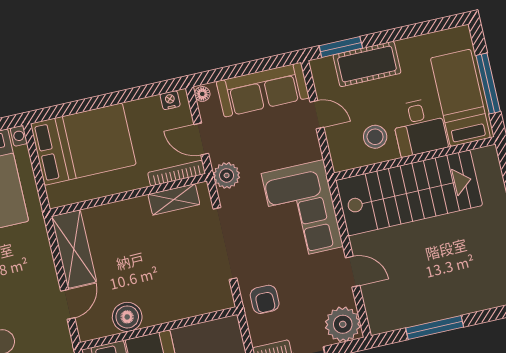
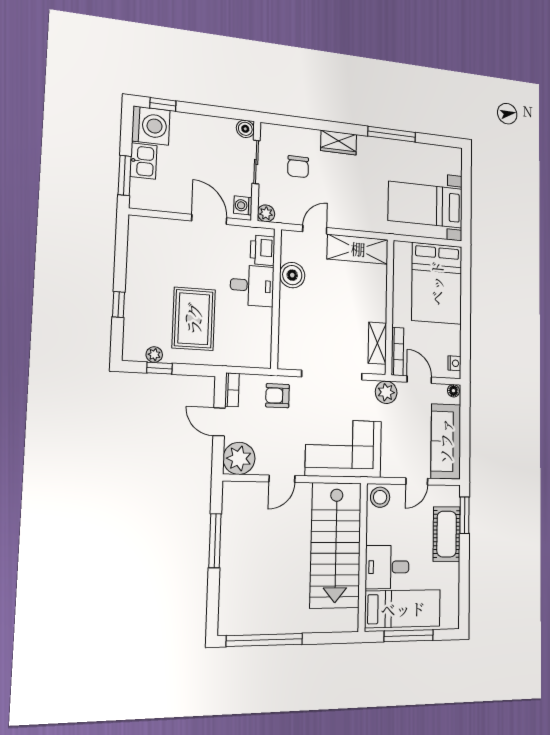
stool: (375, 137) -> (380, 497), moved
door: (201, 139) -> (419, 380), hinge flipped
door: (68, 304) -> (315, 230), swing flipped

